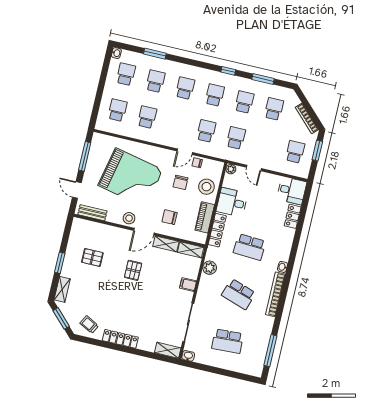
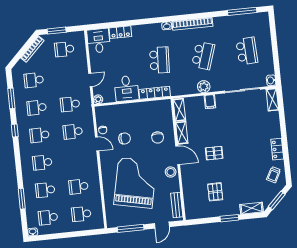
stool: (206, 187) -> (121, 115), removed
piano: (205, 217) -> (147, 107), removed
plant: (210, 268) -> (204, 87), moved
locker: (120, 339) -> (277, 149), width x0.66

